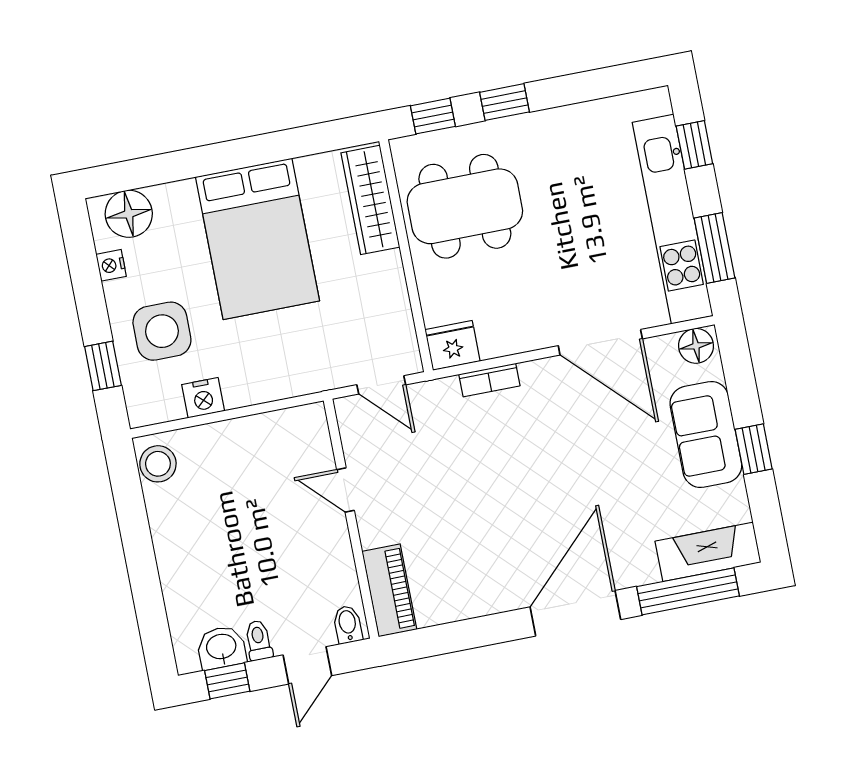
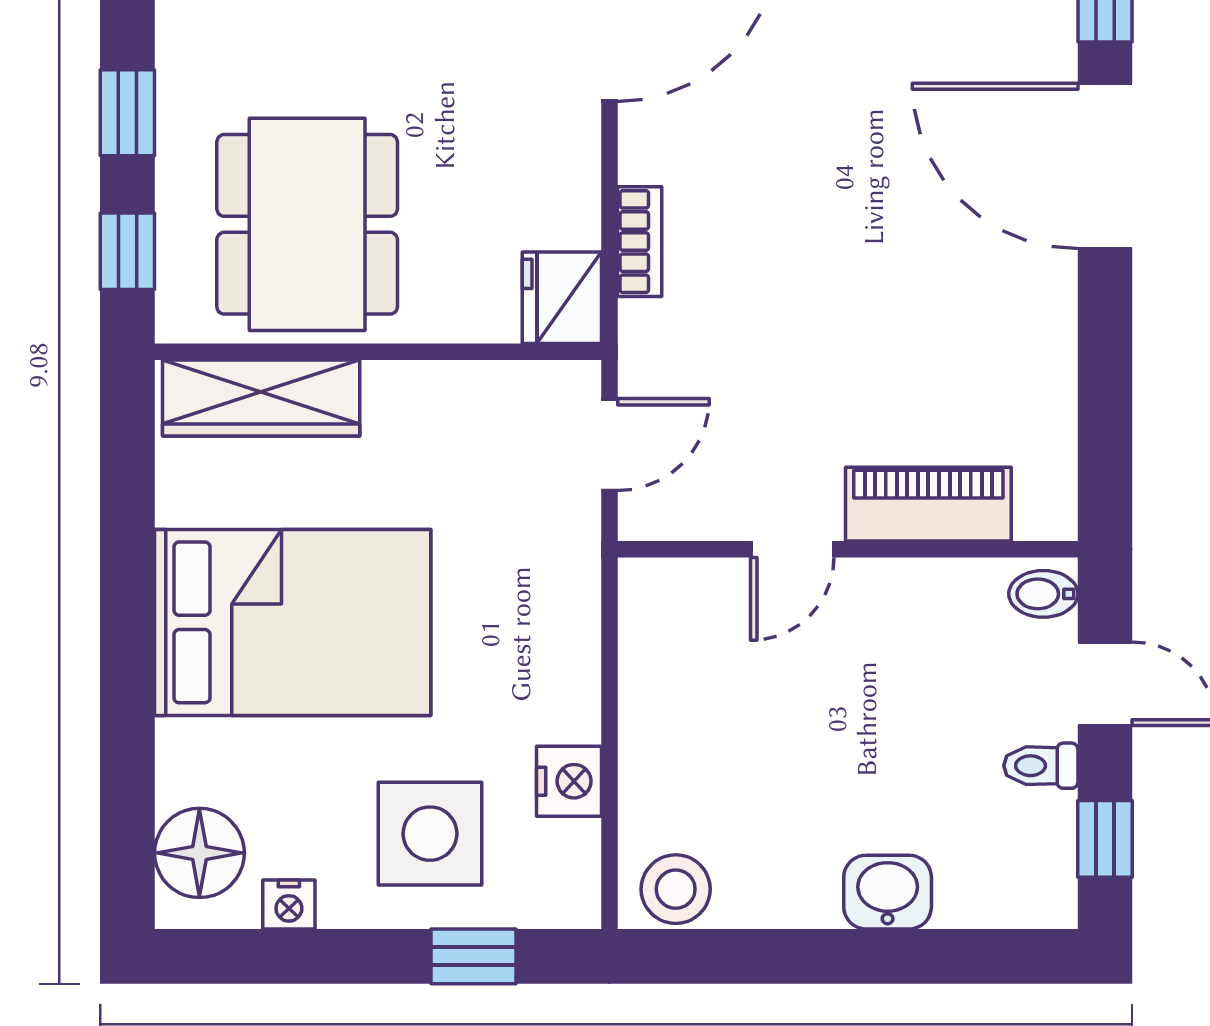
piano: (389, 590) -> (928, 504), moved
washbasin: (221, 648) -> (888, 892), moved, turned 90

